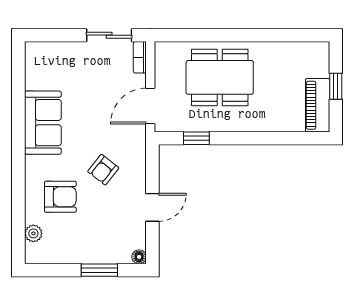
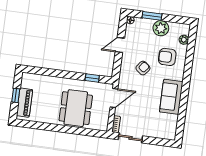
dining table: (220, 77) -> (76, 108), turned 90
piano: (318, 105) -> (24, 103), moved
plant: (79, 249) -> (161, 28), added

